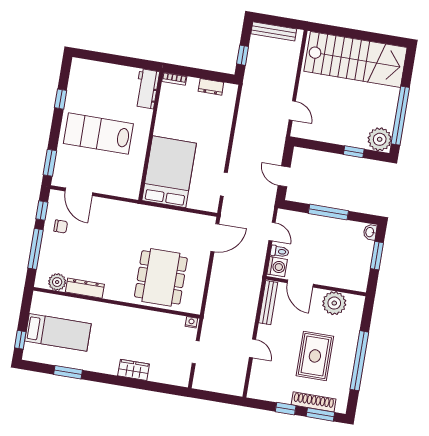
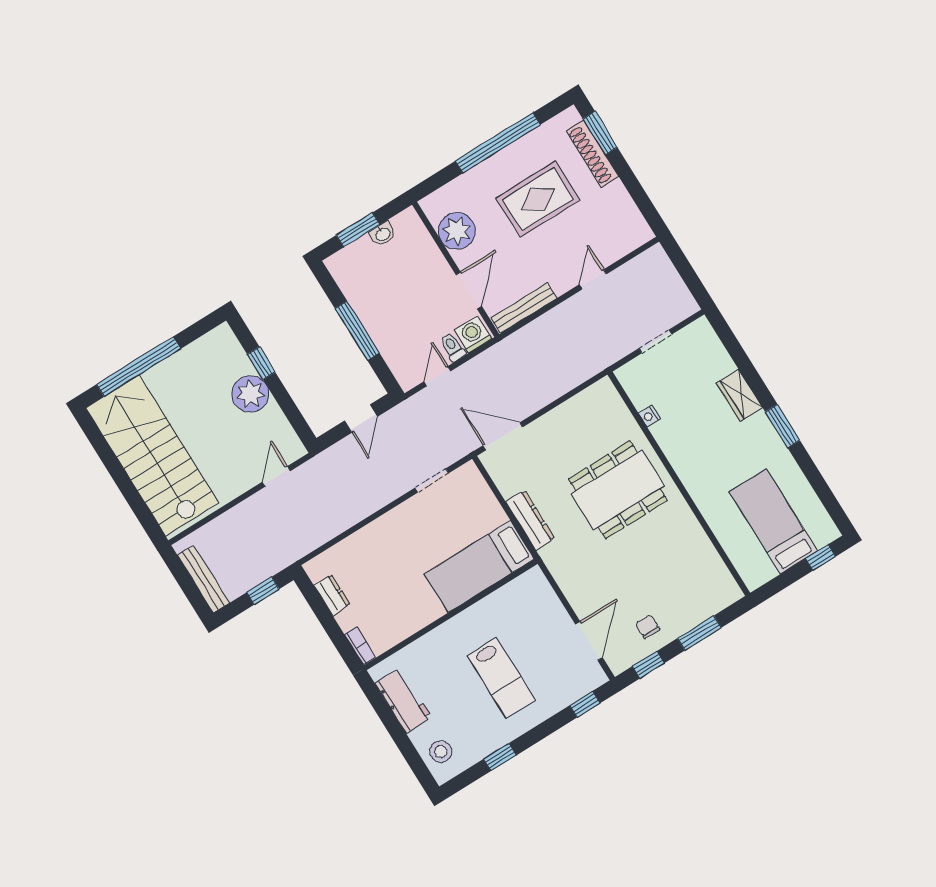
stool: (89, 73) -> (441, 752), added
workbench: (147, 89) -> (403, 700), moved, turned -90
window: (400, 116) -> (138, 367), moved
lab bench: (98, 134) -> (501, 678), width x0.73, depth x0.72
plant: (380, 139) -> (250, 394), moved
window: (50, 163) -> (585, 704), width x0.67
bed: (169, 172) -> (479, 566), width x0.67
washbasin: (370, 232) -> (383, 234), moved
window: (35, 249) -> (699, 633), width x0.69
dining table: (161, 277) -> (618, 490), moved
plant: (57, 282) -> (716, 574), removed
dresser: (85, 288) -> (530, 520), moved, turned 180
nightstand: (191, 322) -> (649, 416), moved
window: (68, 372) -> (783, 426), moved
window: (286, 409) -> (629, 179), removed

